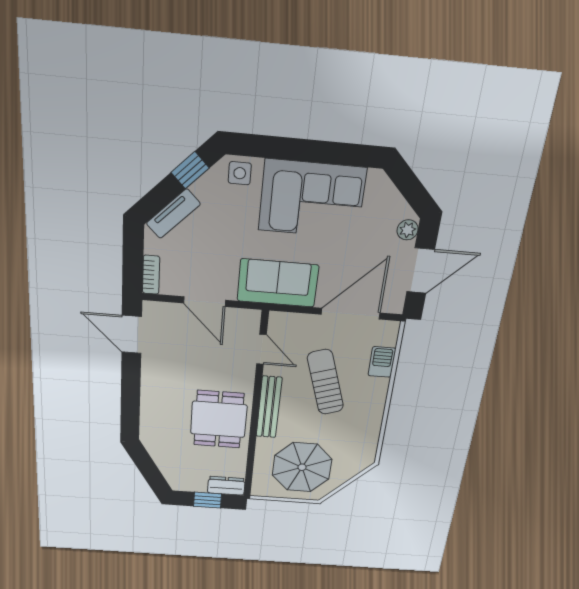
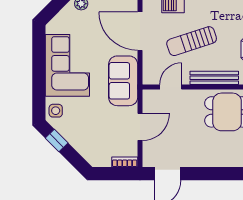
tv unit: (173, 214) -> (84, 149), removed

